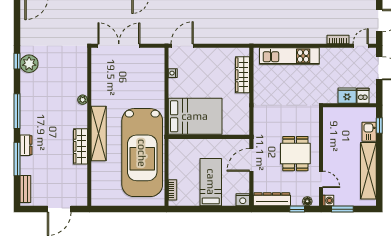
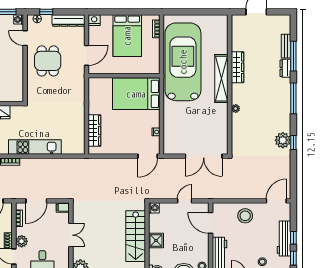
kitchen unit: (289, 56) -> (35, 147), moved
bed: (211, 182) -> (127, 36), width x1.50
bench: (25, 189) -> (286, 46), moved

